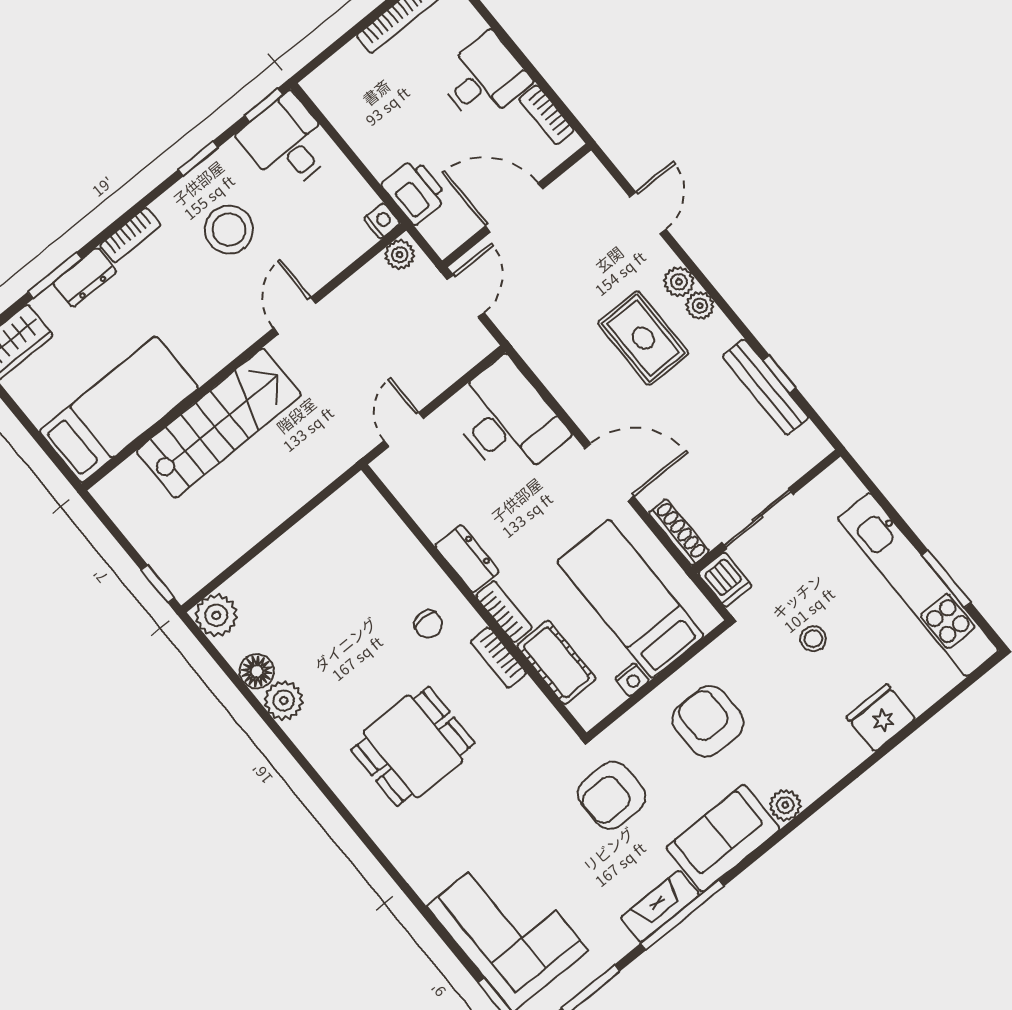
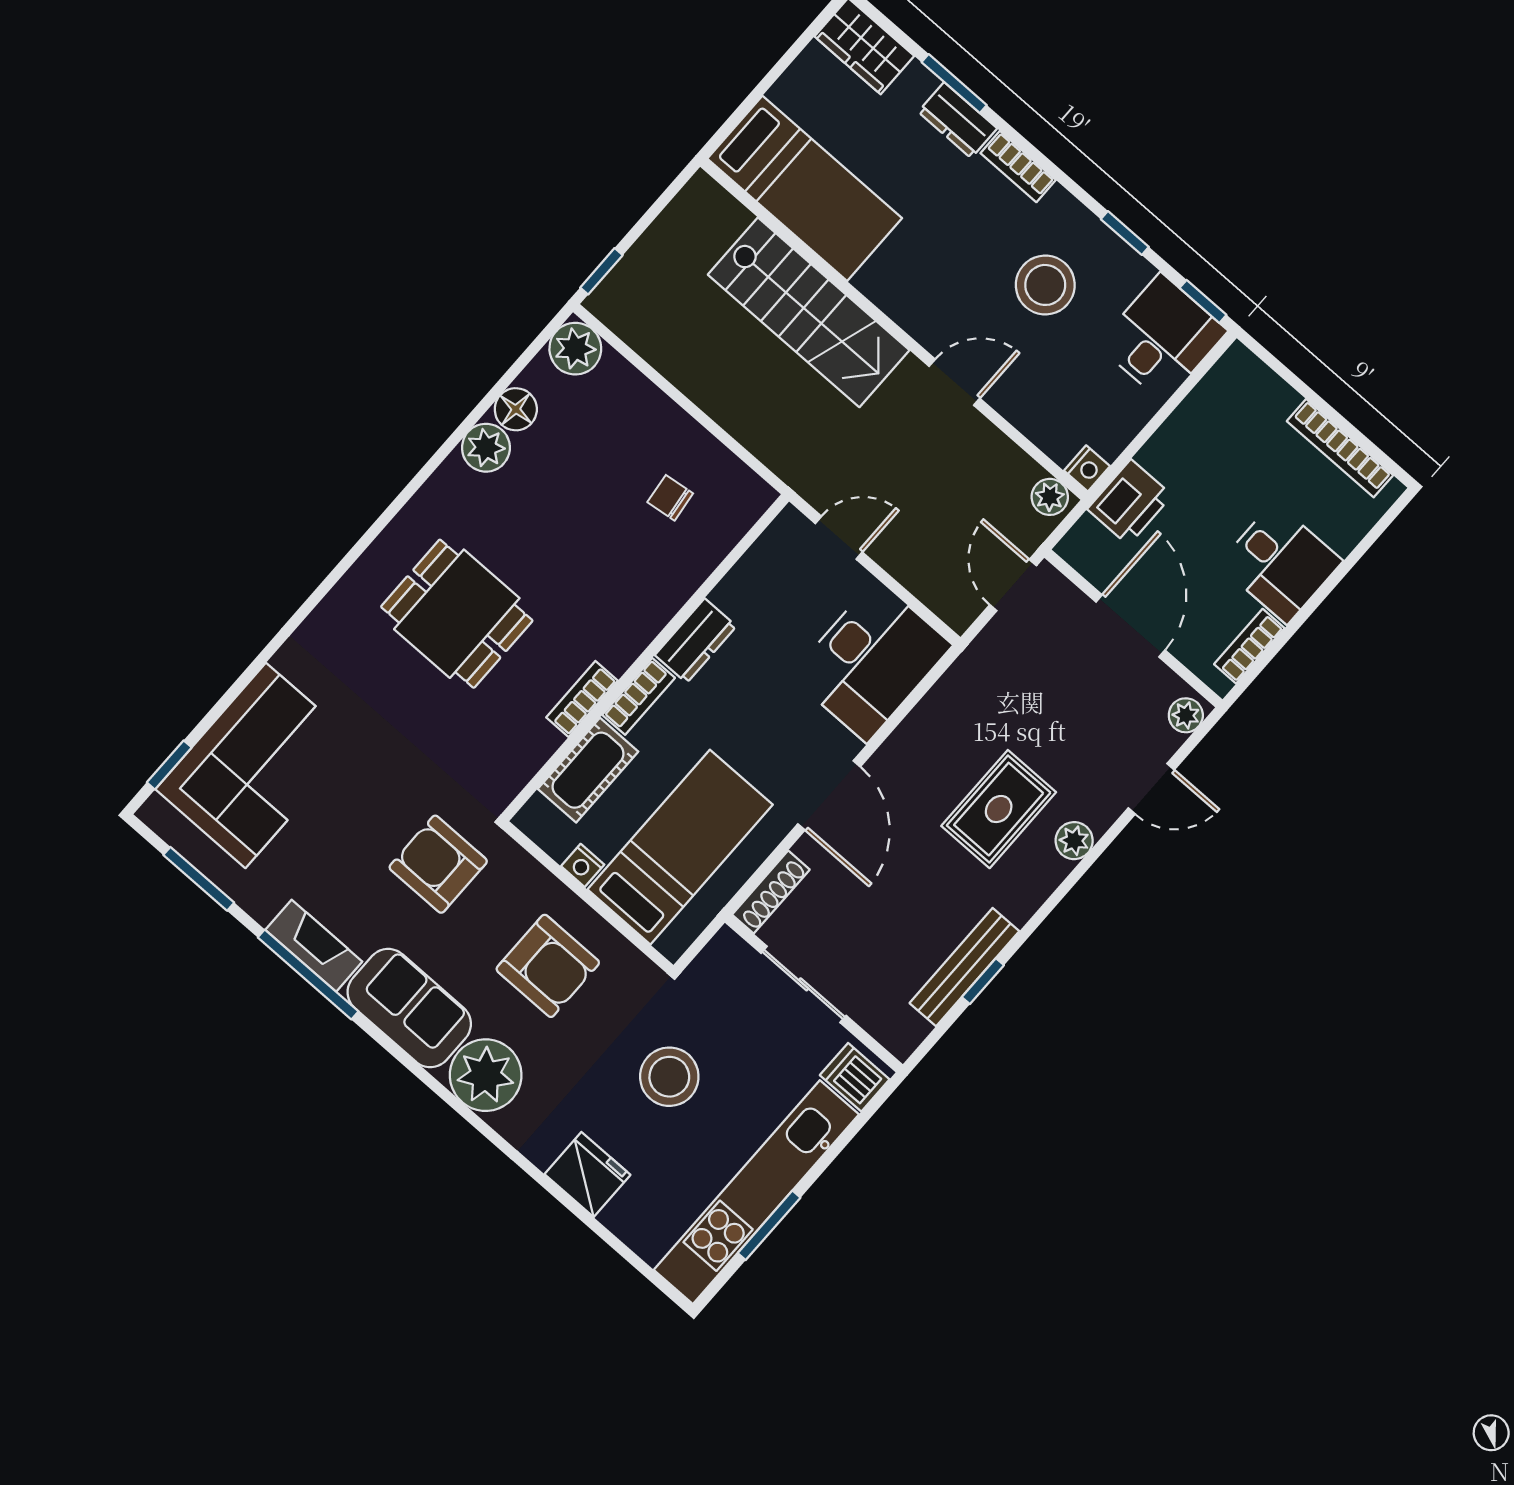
door: (466, 296) -> (1013, 585), swing flipped
plant: (700, 306) -> (1186, 715), moved
dishwasher: (725, 580) -> (855, 1077), moved, turned 90
chair: (428, 624) -> (670, 498), moved, turned 83
stool: (813, 639) -> (669, 1077), width x1.89, depth x1.89
armchair: (708, 721) -> (548, 966), turned 90
plant: (785, 805) -> (486, 1075), width x1.88, depth x1.88

